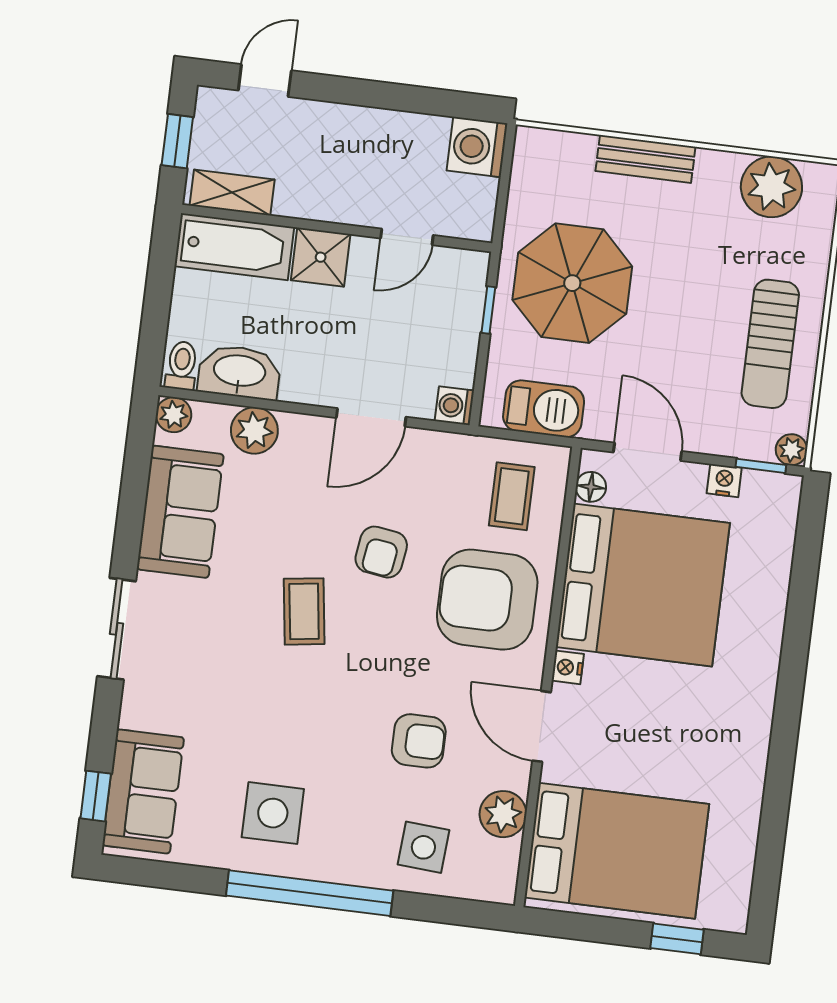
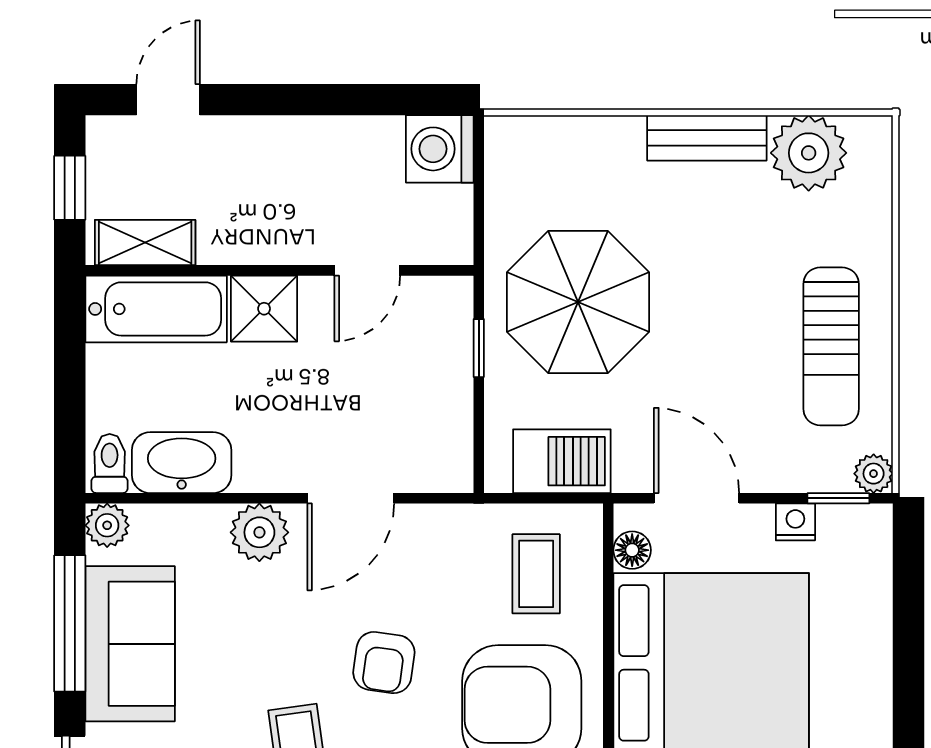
bench: (645, 159) -> (707, 138), moved
washing machine: (454, 406) -> (452, 471), removed
plant: (254, 431) -> (259, 532), moved
window: (134, 490) -> (70, 623), added

